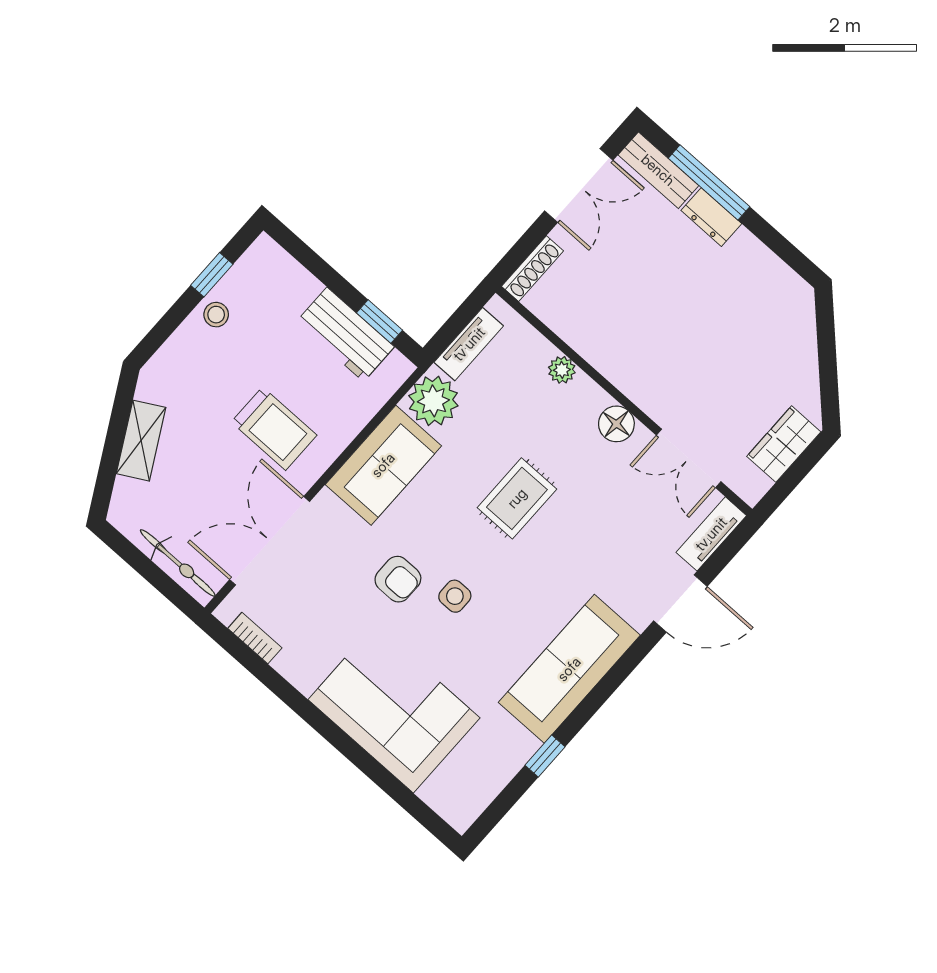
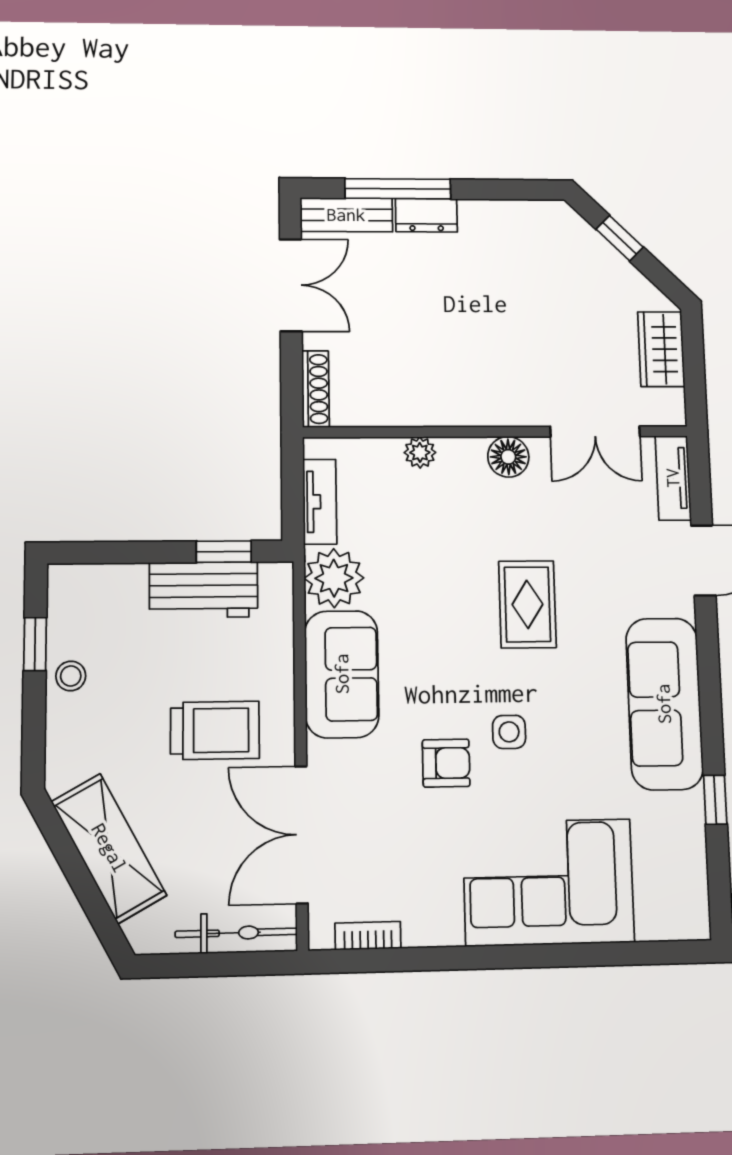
window: (827, 346) -> (620, 238), added
shelving: (141, 441) -> (109, 848), width x1.50, depth x1.33
rug: (517, 498) -> (527, 604), moved

